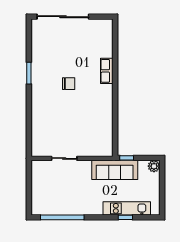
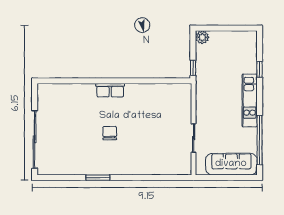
row of seats: (107, 71) -> (110, 90), moved
sofa: (115, 170) -> (231, 164), moved, turned -90
kitchen unit: (127, 208) -> (250, 100), moved

